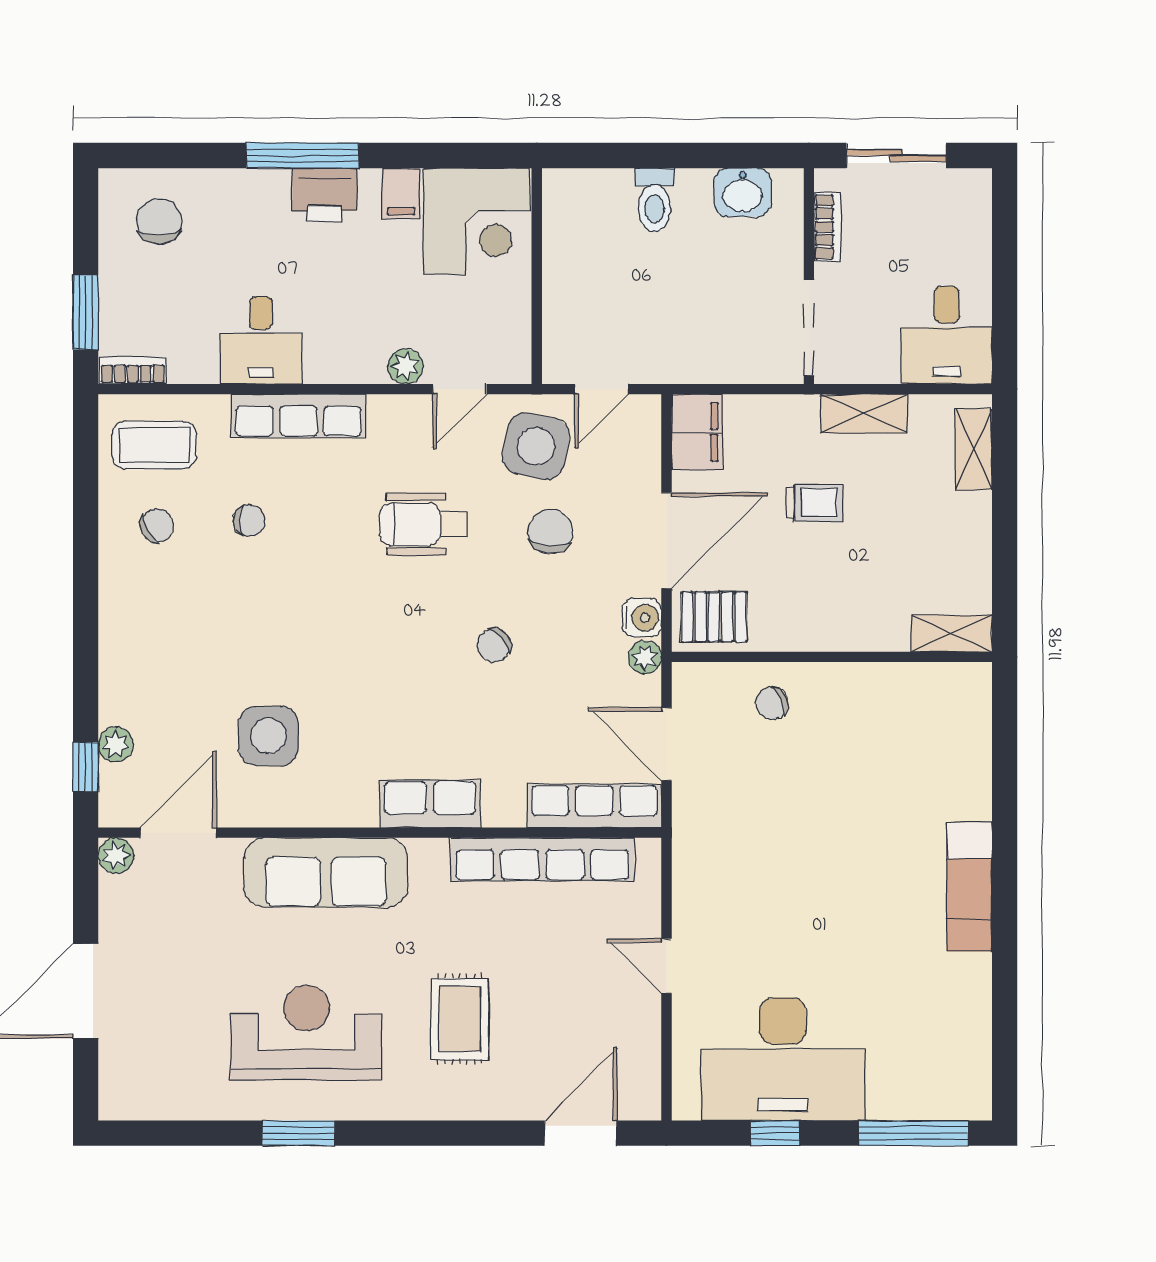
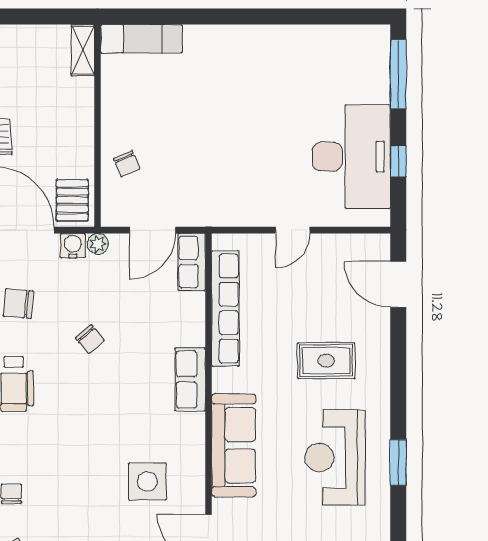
row of seats: (594, 806) -> (192, 262), width x0.68
exam couch: (970, 887) -> (141, 39), moved

